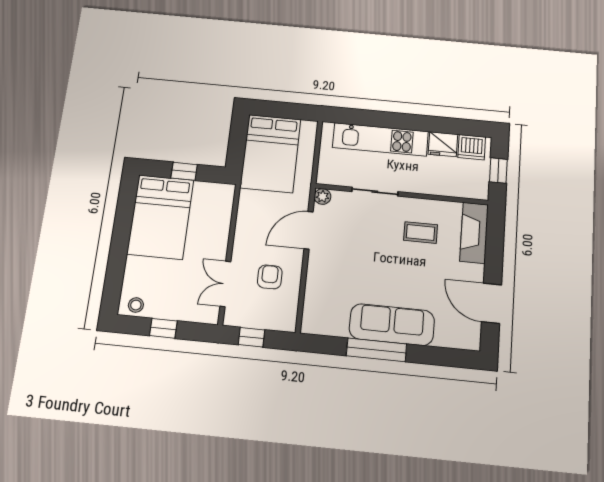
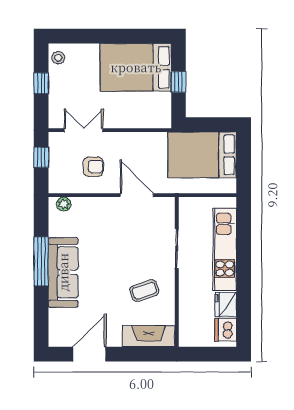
window: (498, 171) -> (206, 354), removed
plant: (323, 197) -> (64, 204), moved
coffee table: (421, 233) -> (144, 291), turned 71

